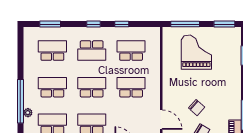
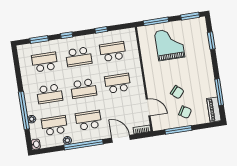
window: (94, 24) -> (67, 35), moved
school desk: (52, 87) -> (50, 94), turned 180
school desk: (92, 87) -> (84, 89), turned 180

